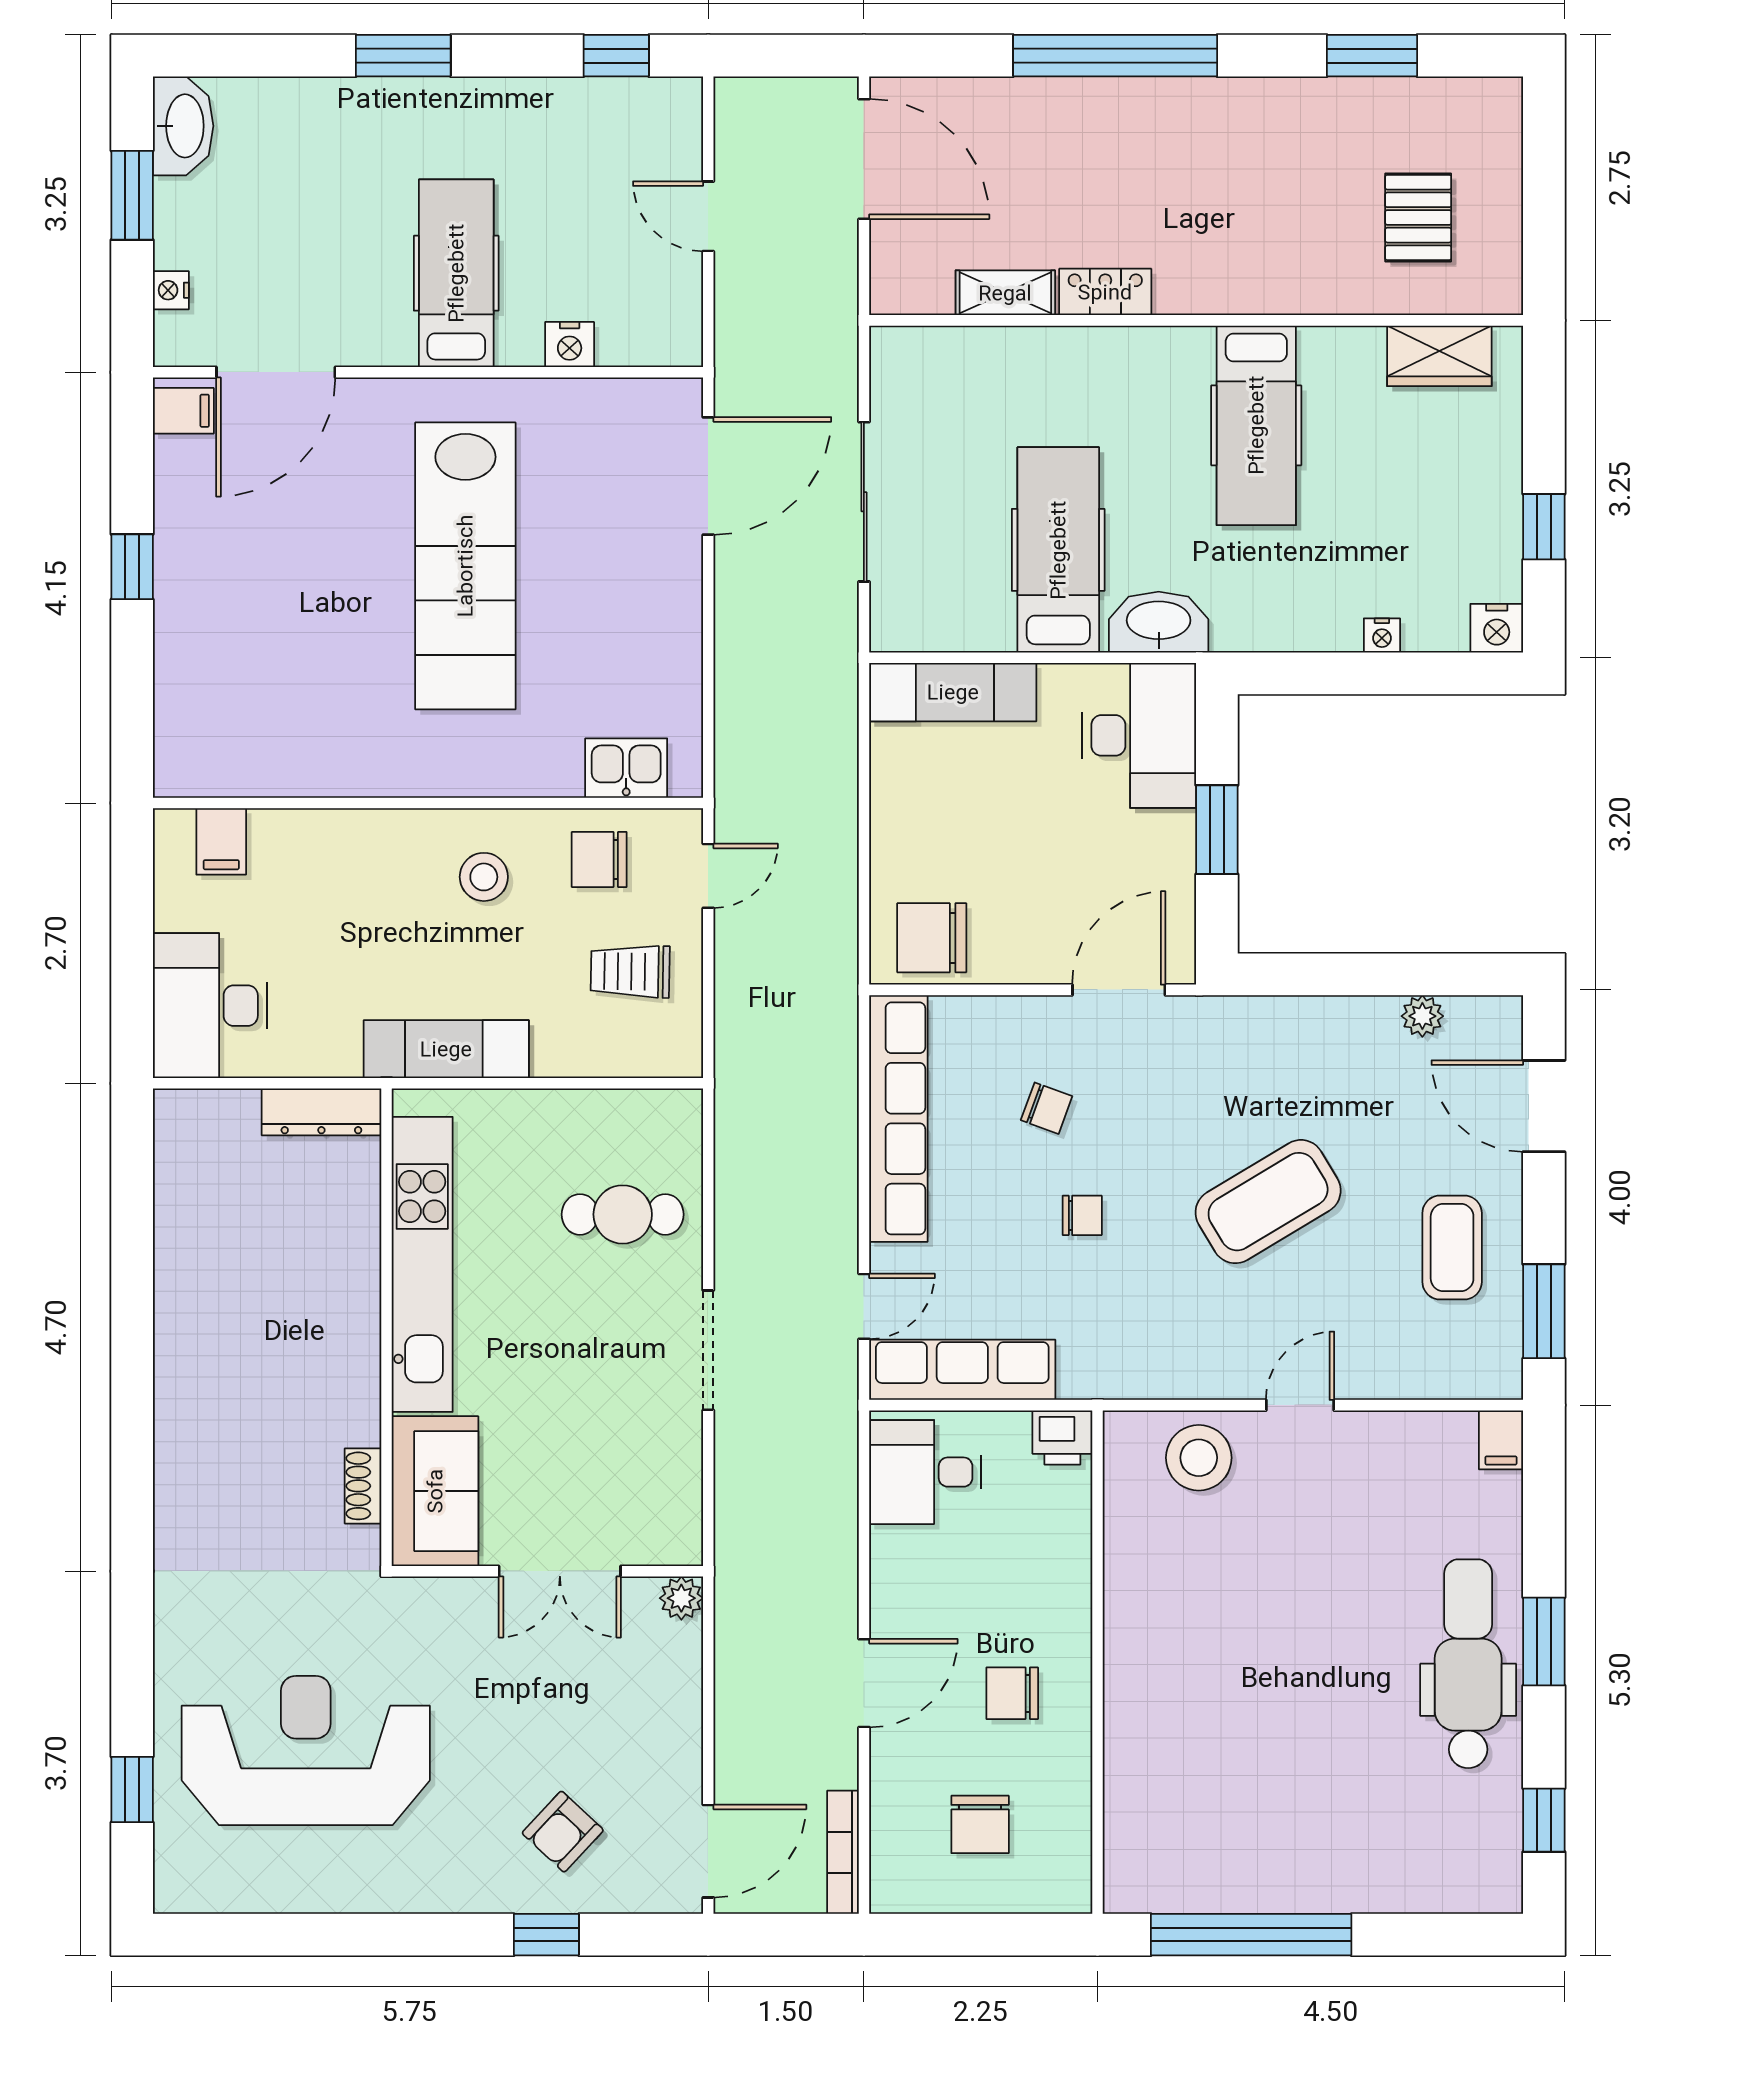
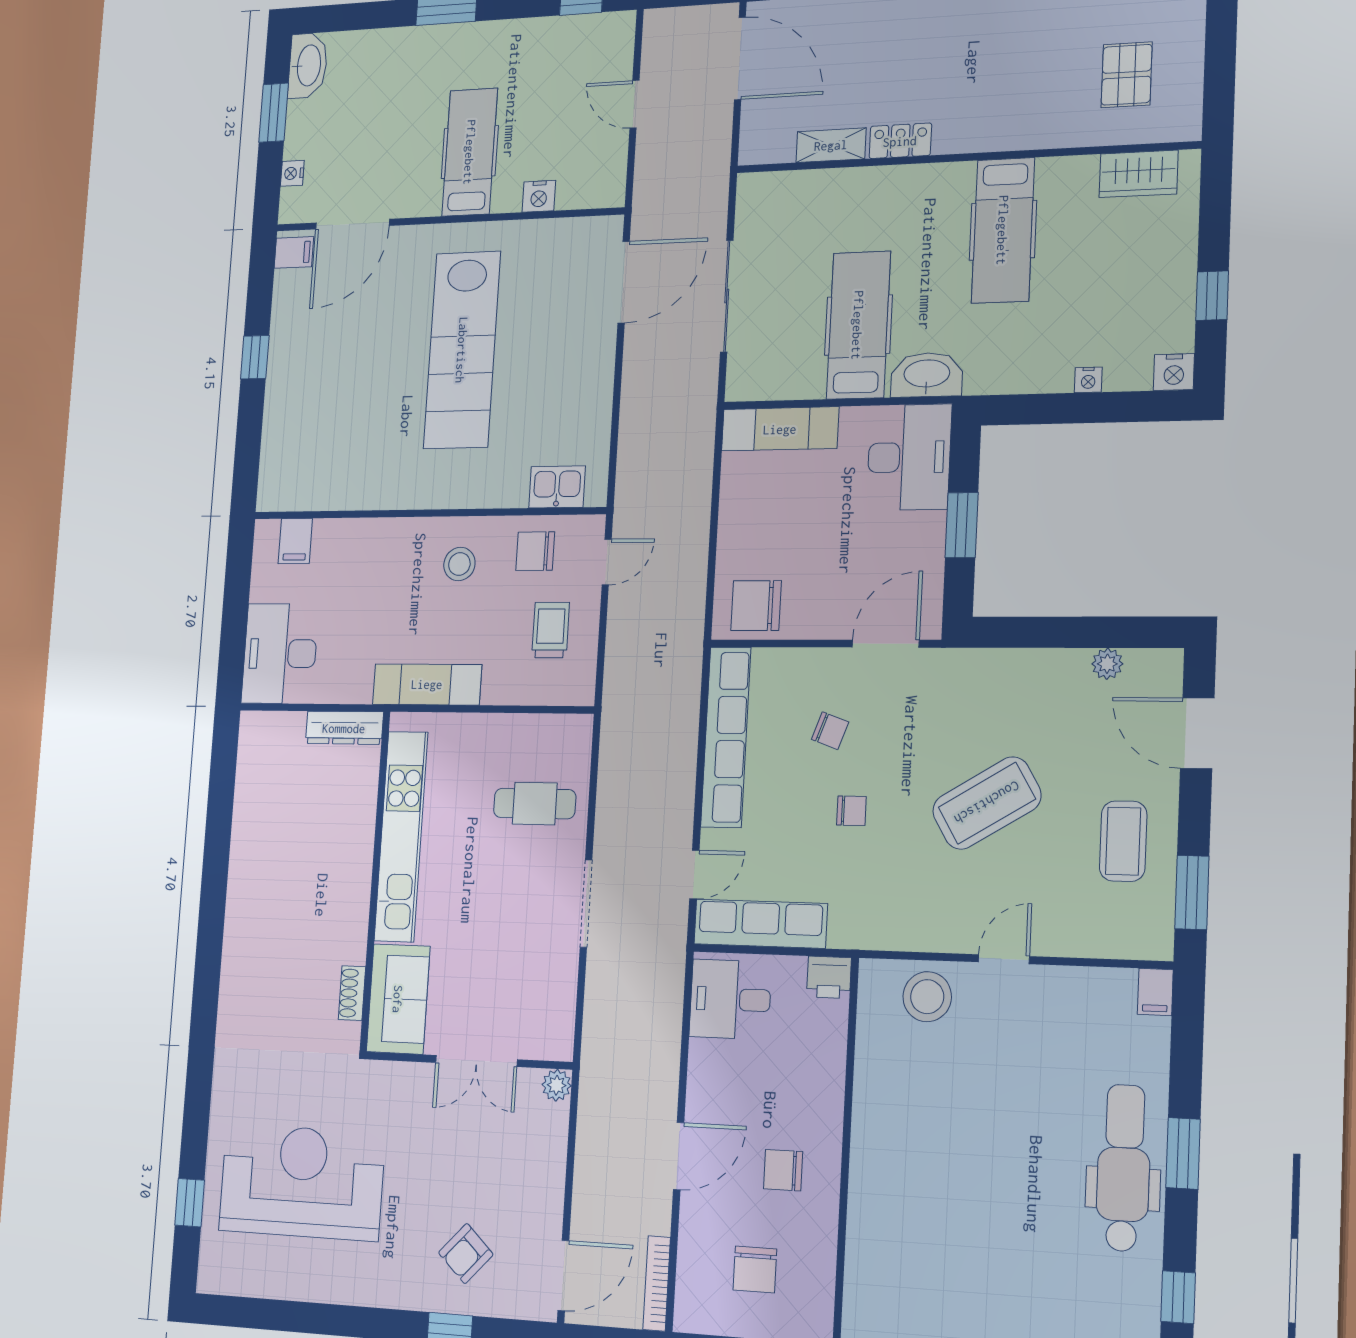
trolley: (630, 971) -> (551, 630), turned 89

